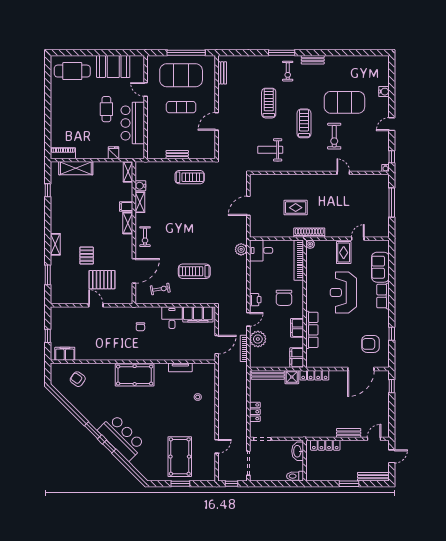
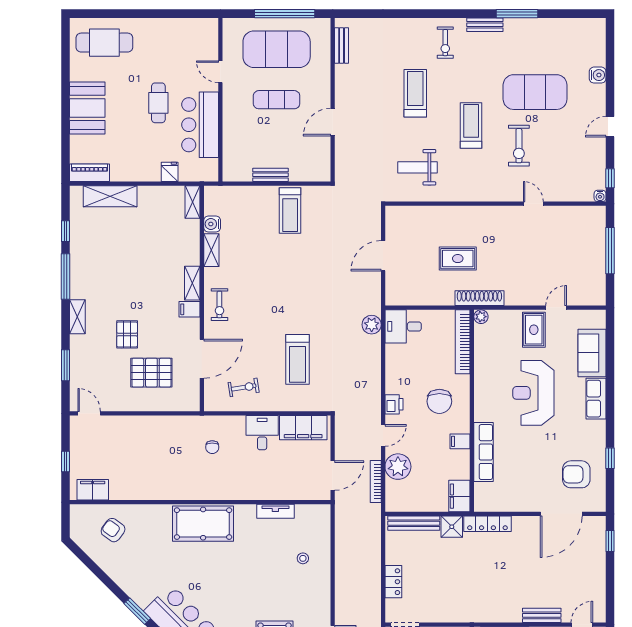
window: (282, 53) -> (517, 14), moved
booth: (113, 66) -> (87, 108), moved, turned 90
treadmill: (190, 177) -> (290, 211), turned 90
filing cabinet: (126, 207) -> (190, 309), moved
window: (48, 219) -> (66, 277), added
treadmill: (194, 271) -> (297, 359), turned -90
door: (96, 305) -> (89, 413), moved
filing cabinet: (297, 328) -> (460, 441), width x0.50

